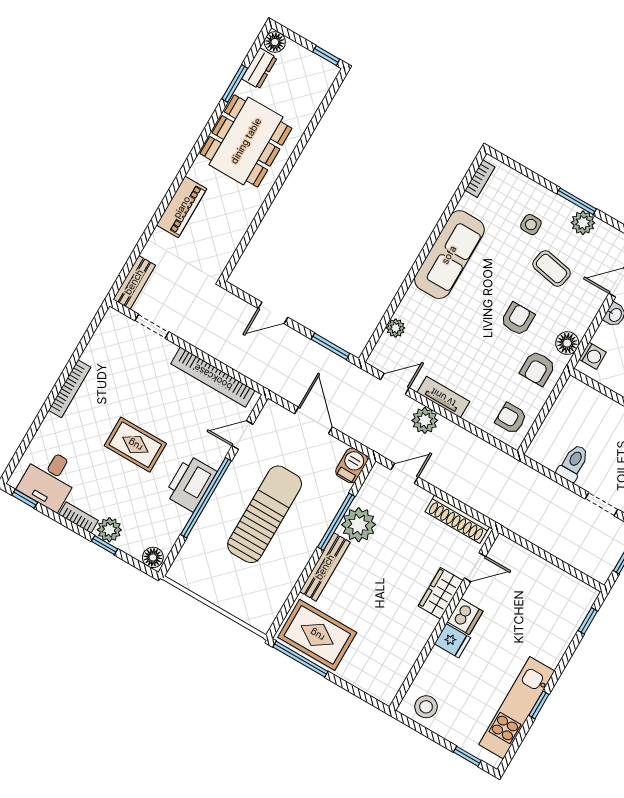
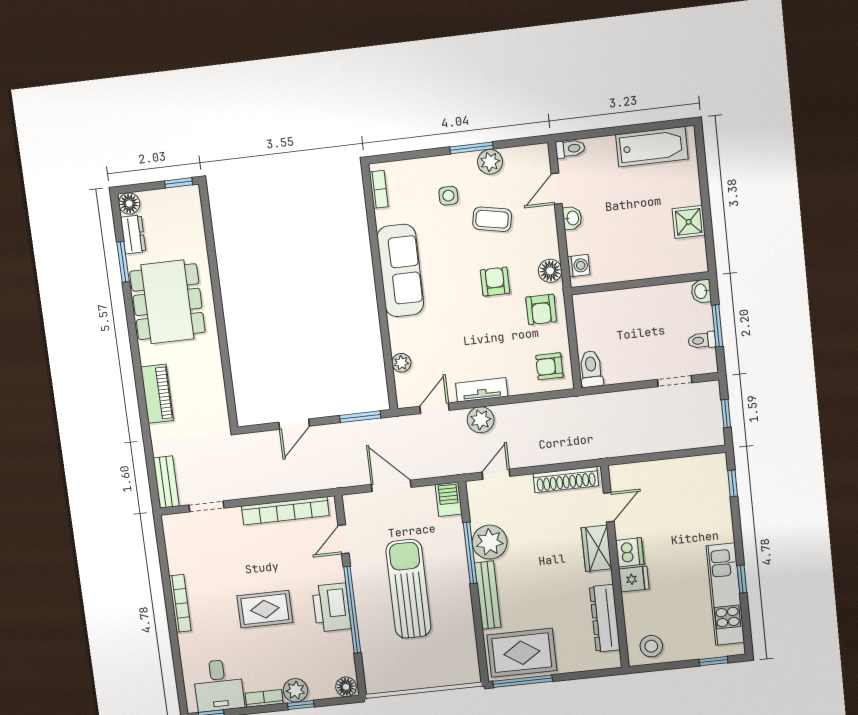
toilet: (573, 463) -> (591, 369), moved
dresser: (405, 656) -> (605, 618), added

